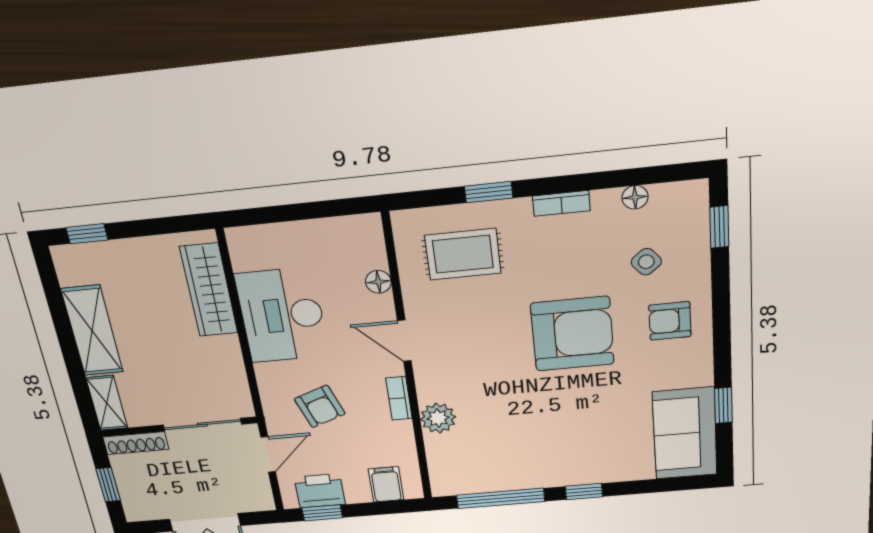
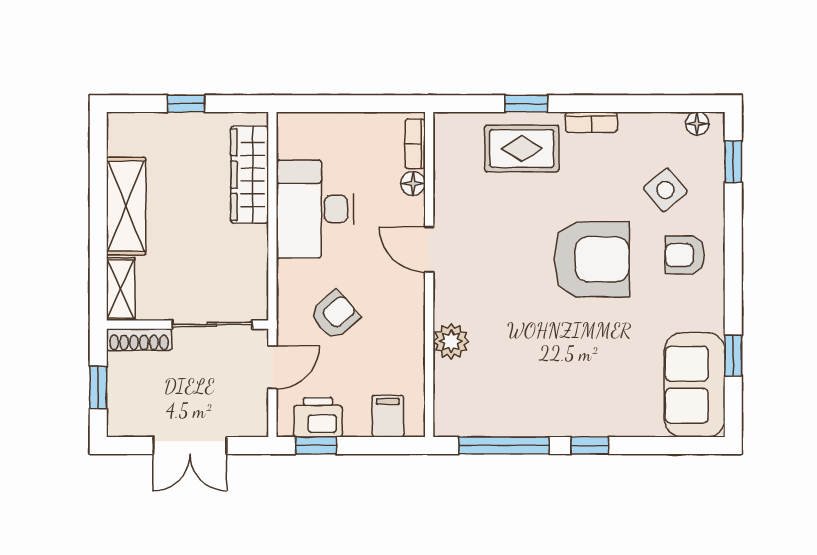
floor lamp: (635, 197) -> (697, 124), moved
window: (87, 234) -> (186, 104), moved
rug: (463, 254) -> (522, 149), moved
side table: (646, 262) -> (665, 190), width x1.37, depth x1.37
bookcase: (399, 398) -> (415, 144), moved
armchair: (320, 406) -> (335, 315), turned -111

